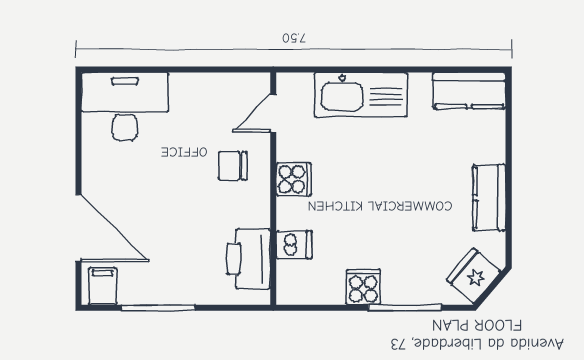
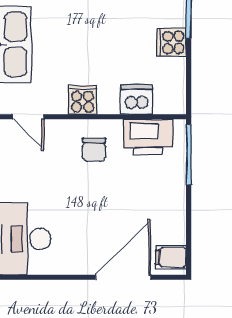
chair: (233, 166) -> (94, 150), moved
dishwasher: (294, 245) -> (137, 99), width x1.38
window: (158, 308) -> (189, 155), moved

